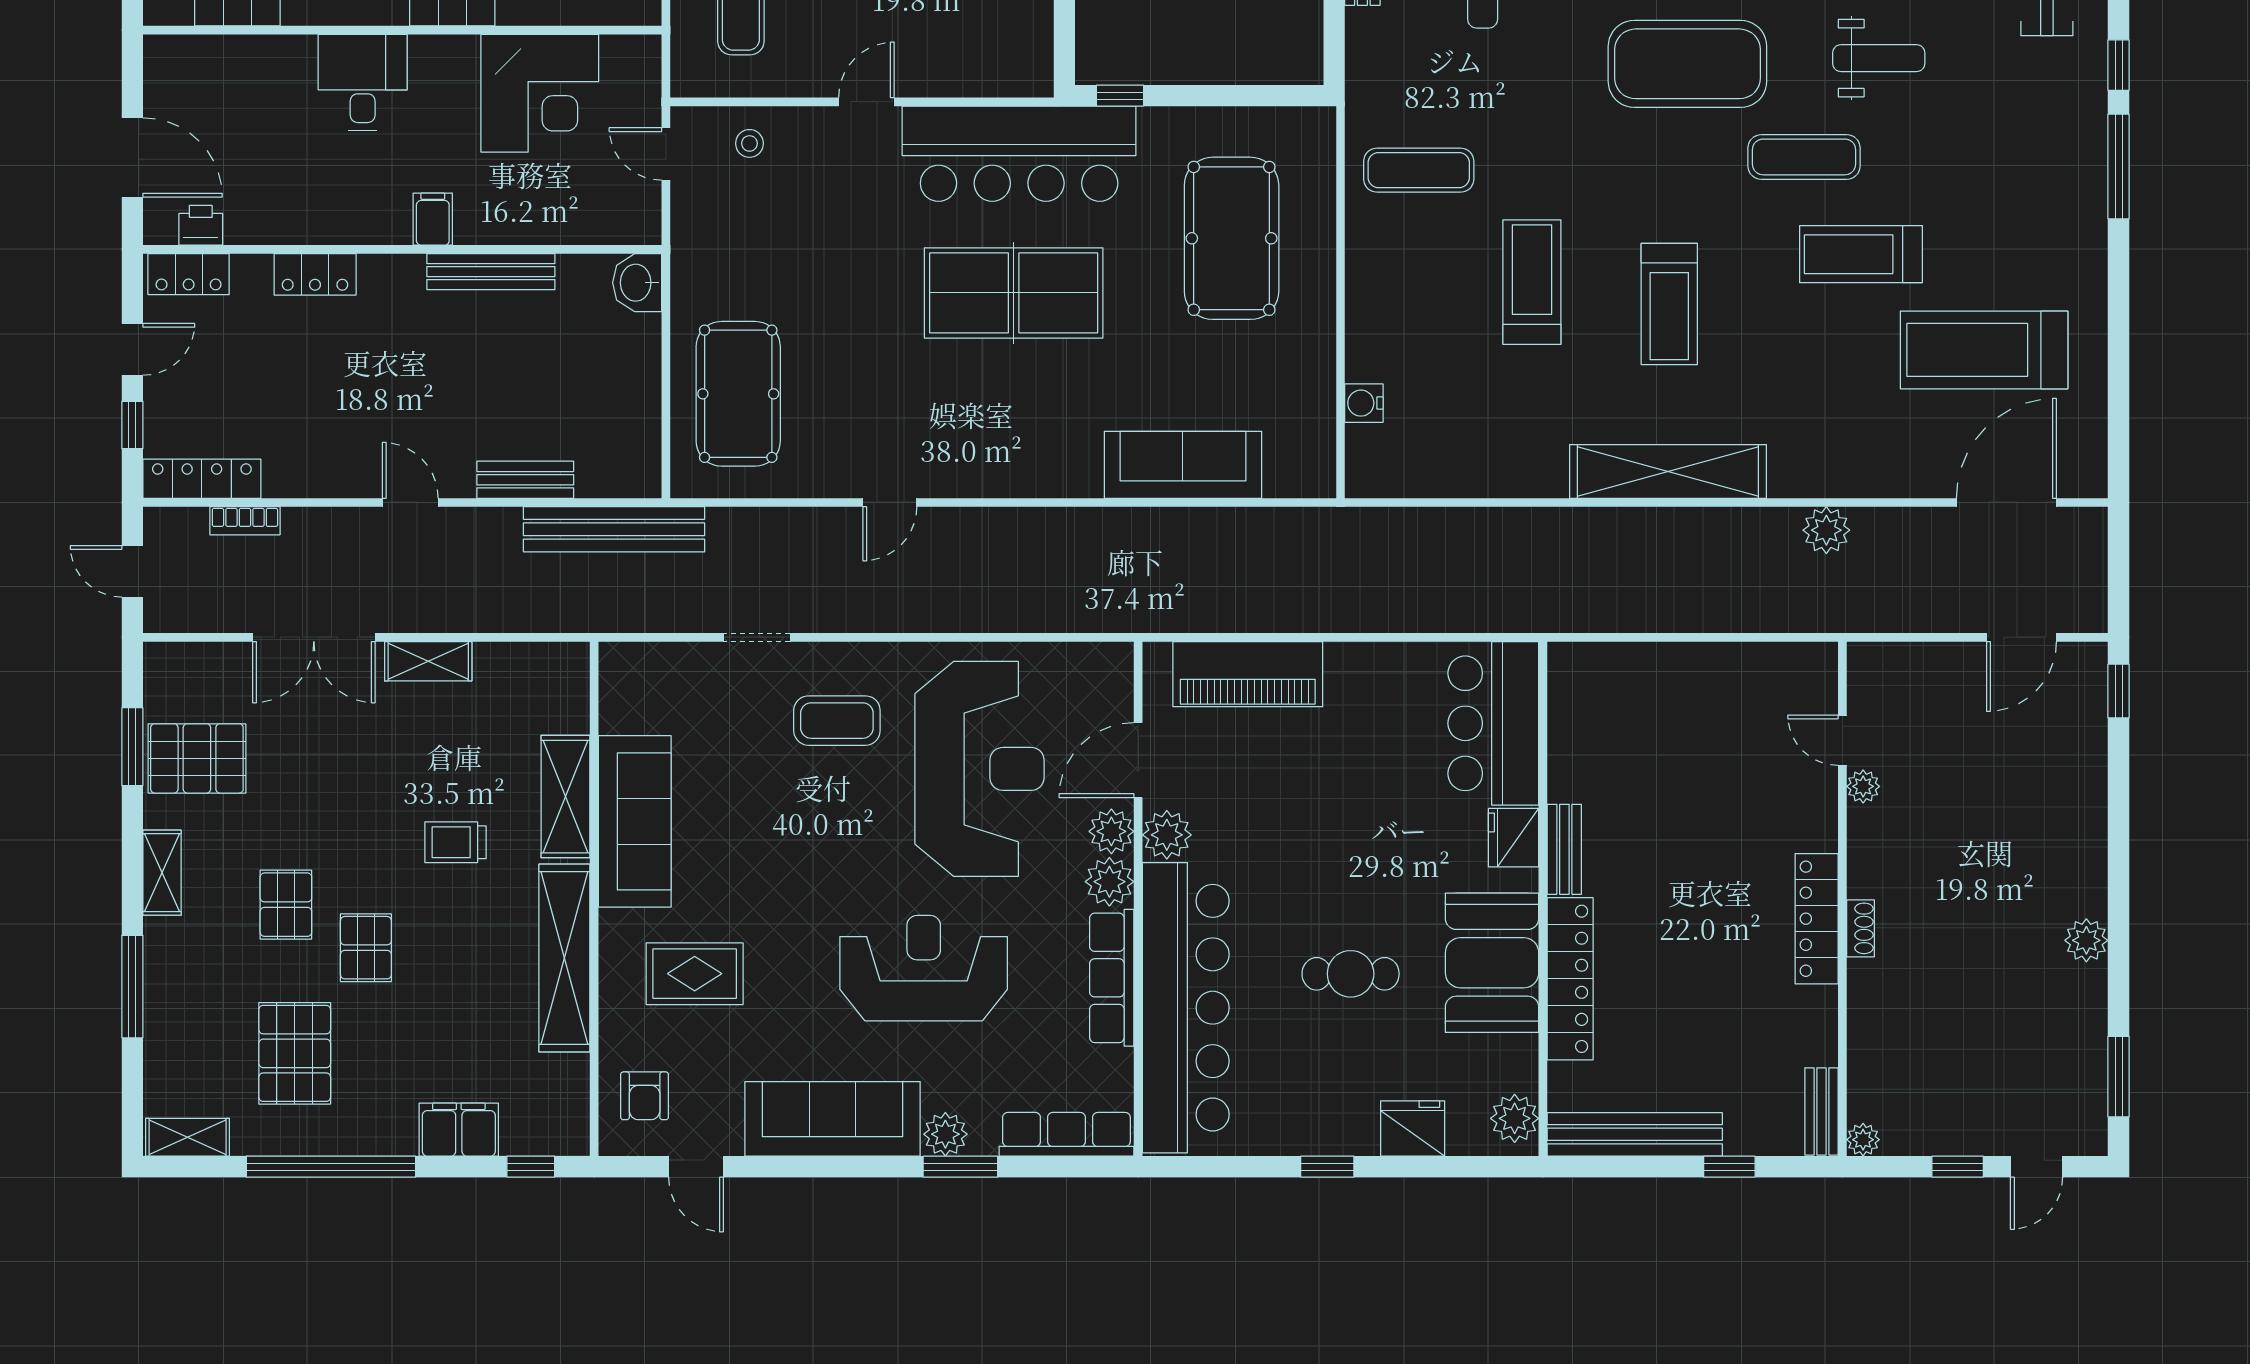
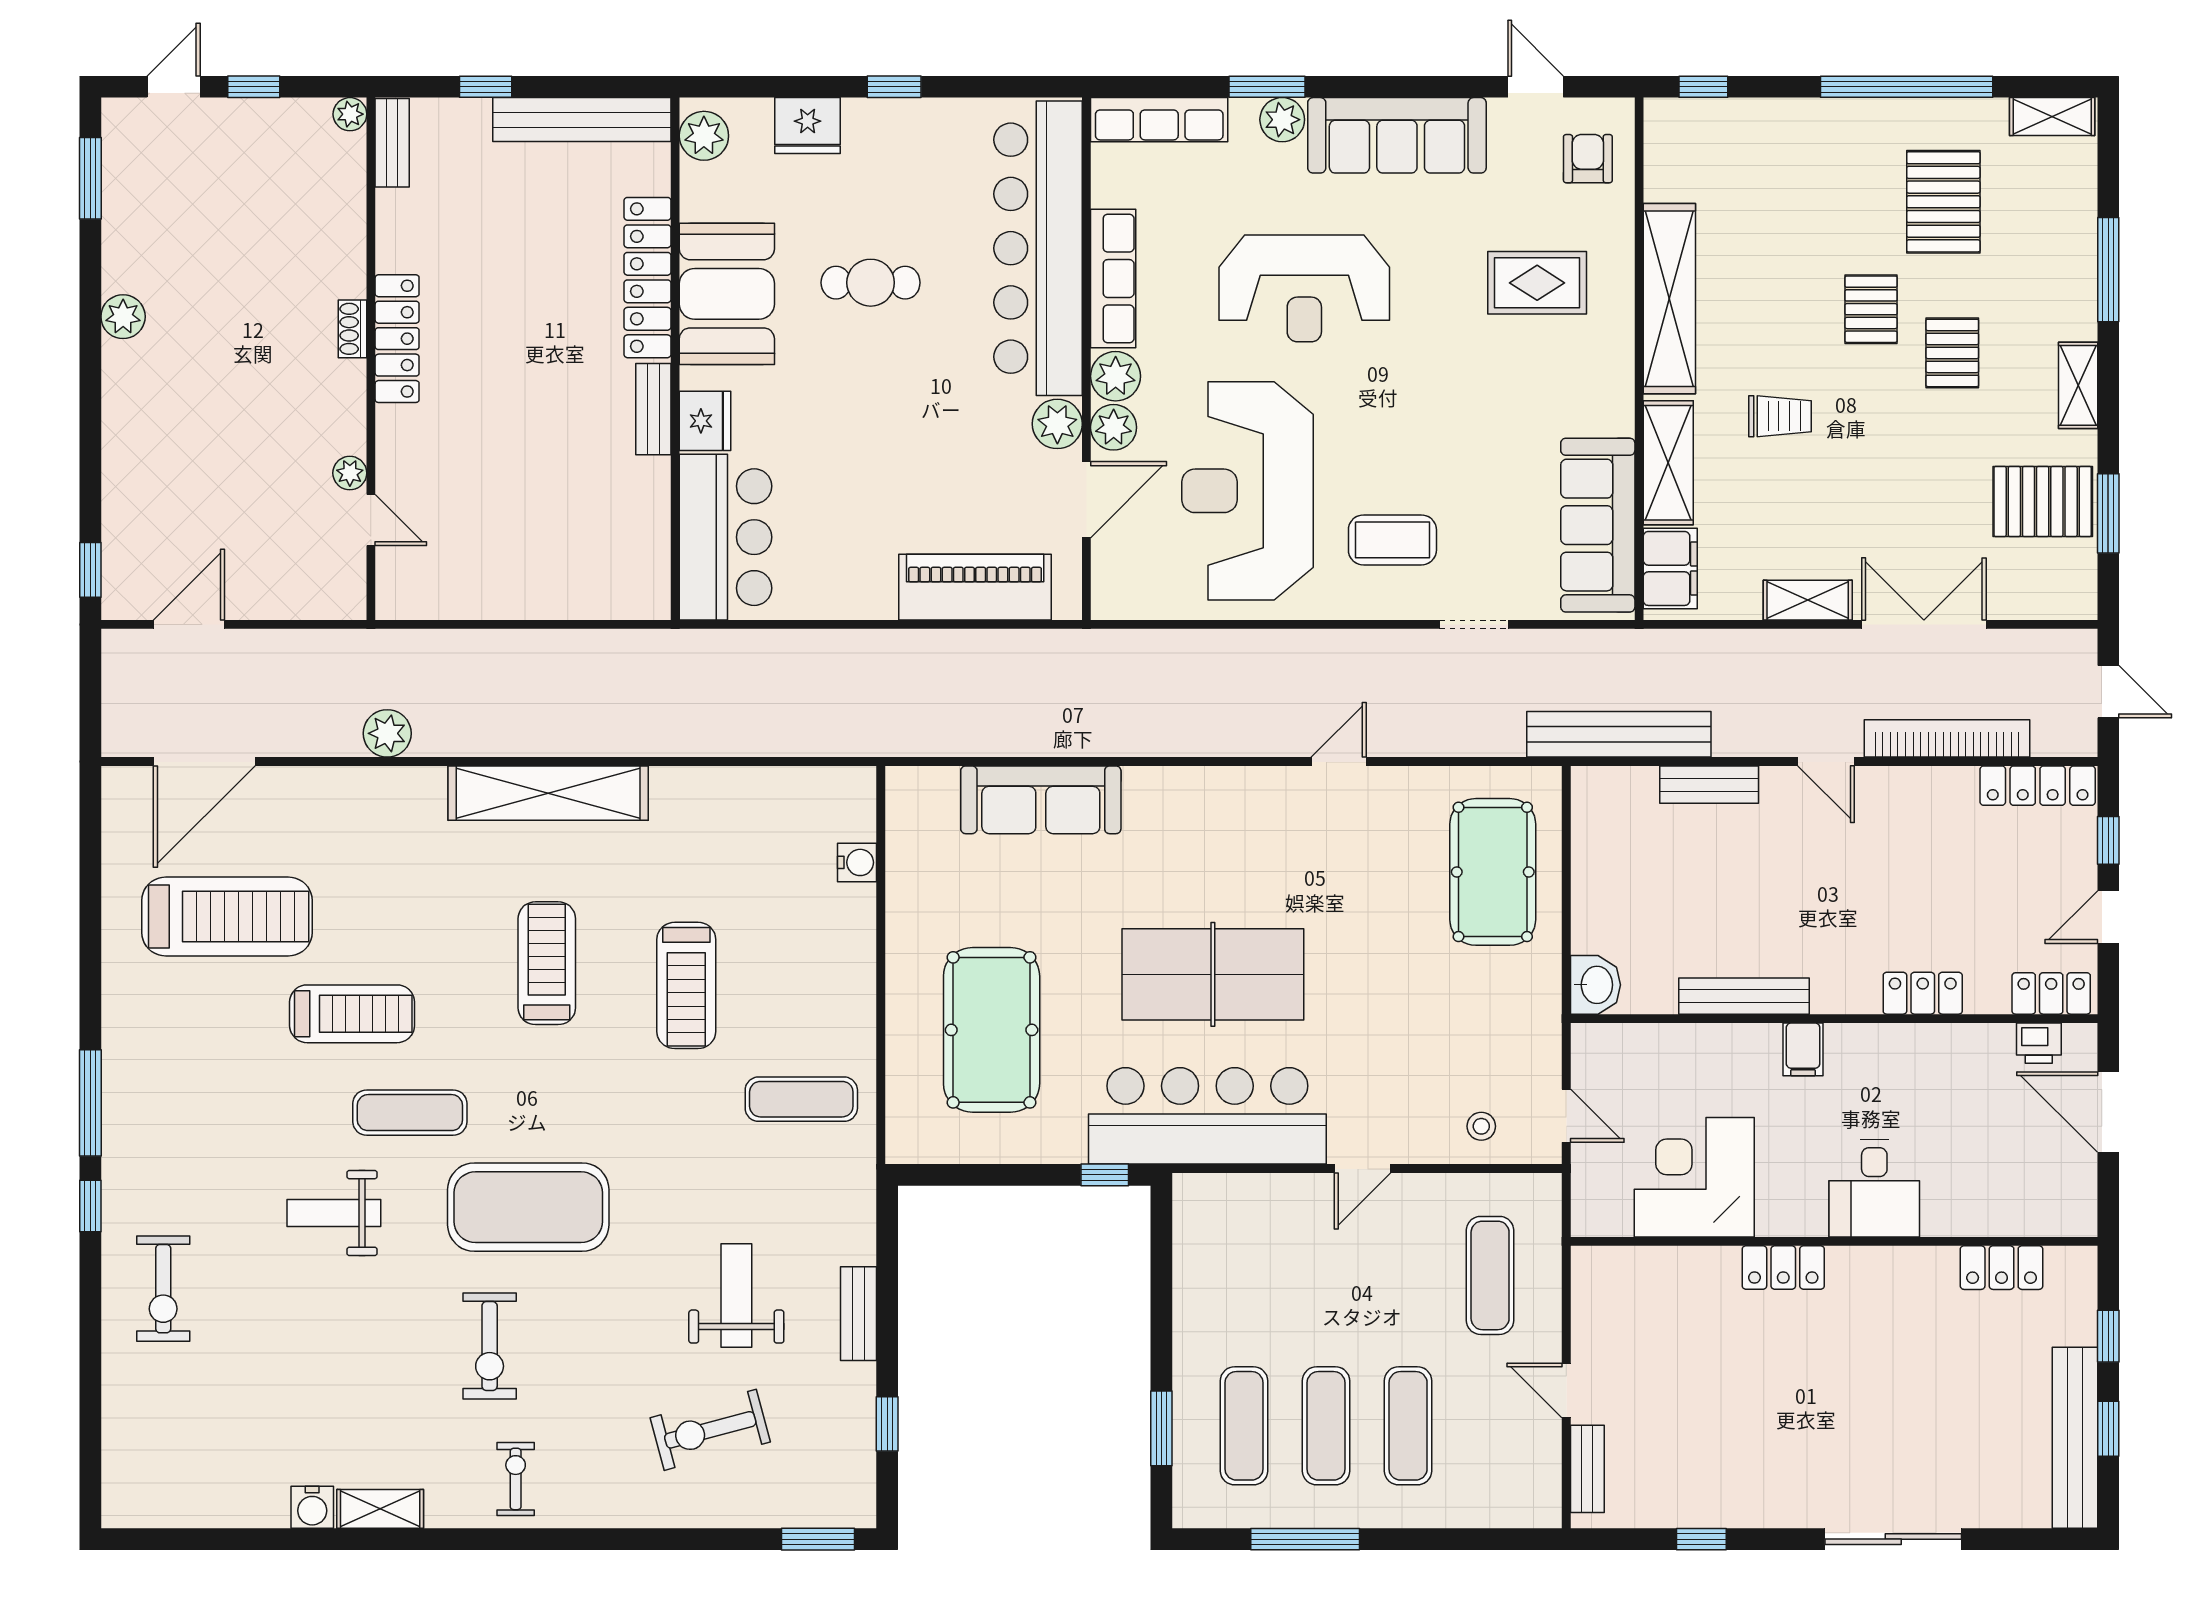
bookcase: (245, 521) -> (1947, 738), width x2.31, depth x1.31
sofa: (635, 821) -> (1598, 525), moved
filing cabinet: (459, 1130) -> (1670, 568), moved, turned -90

